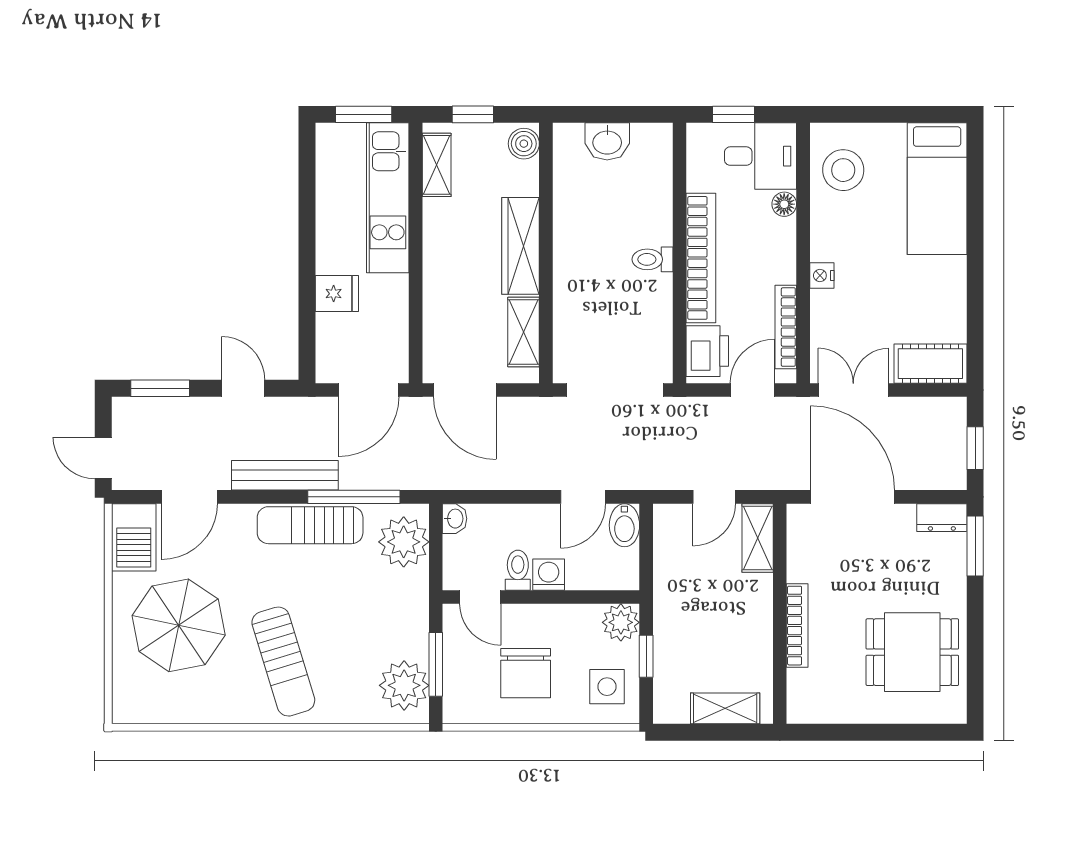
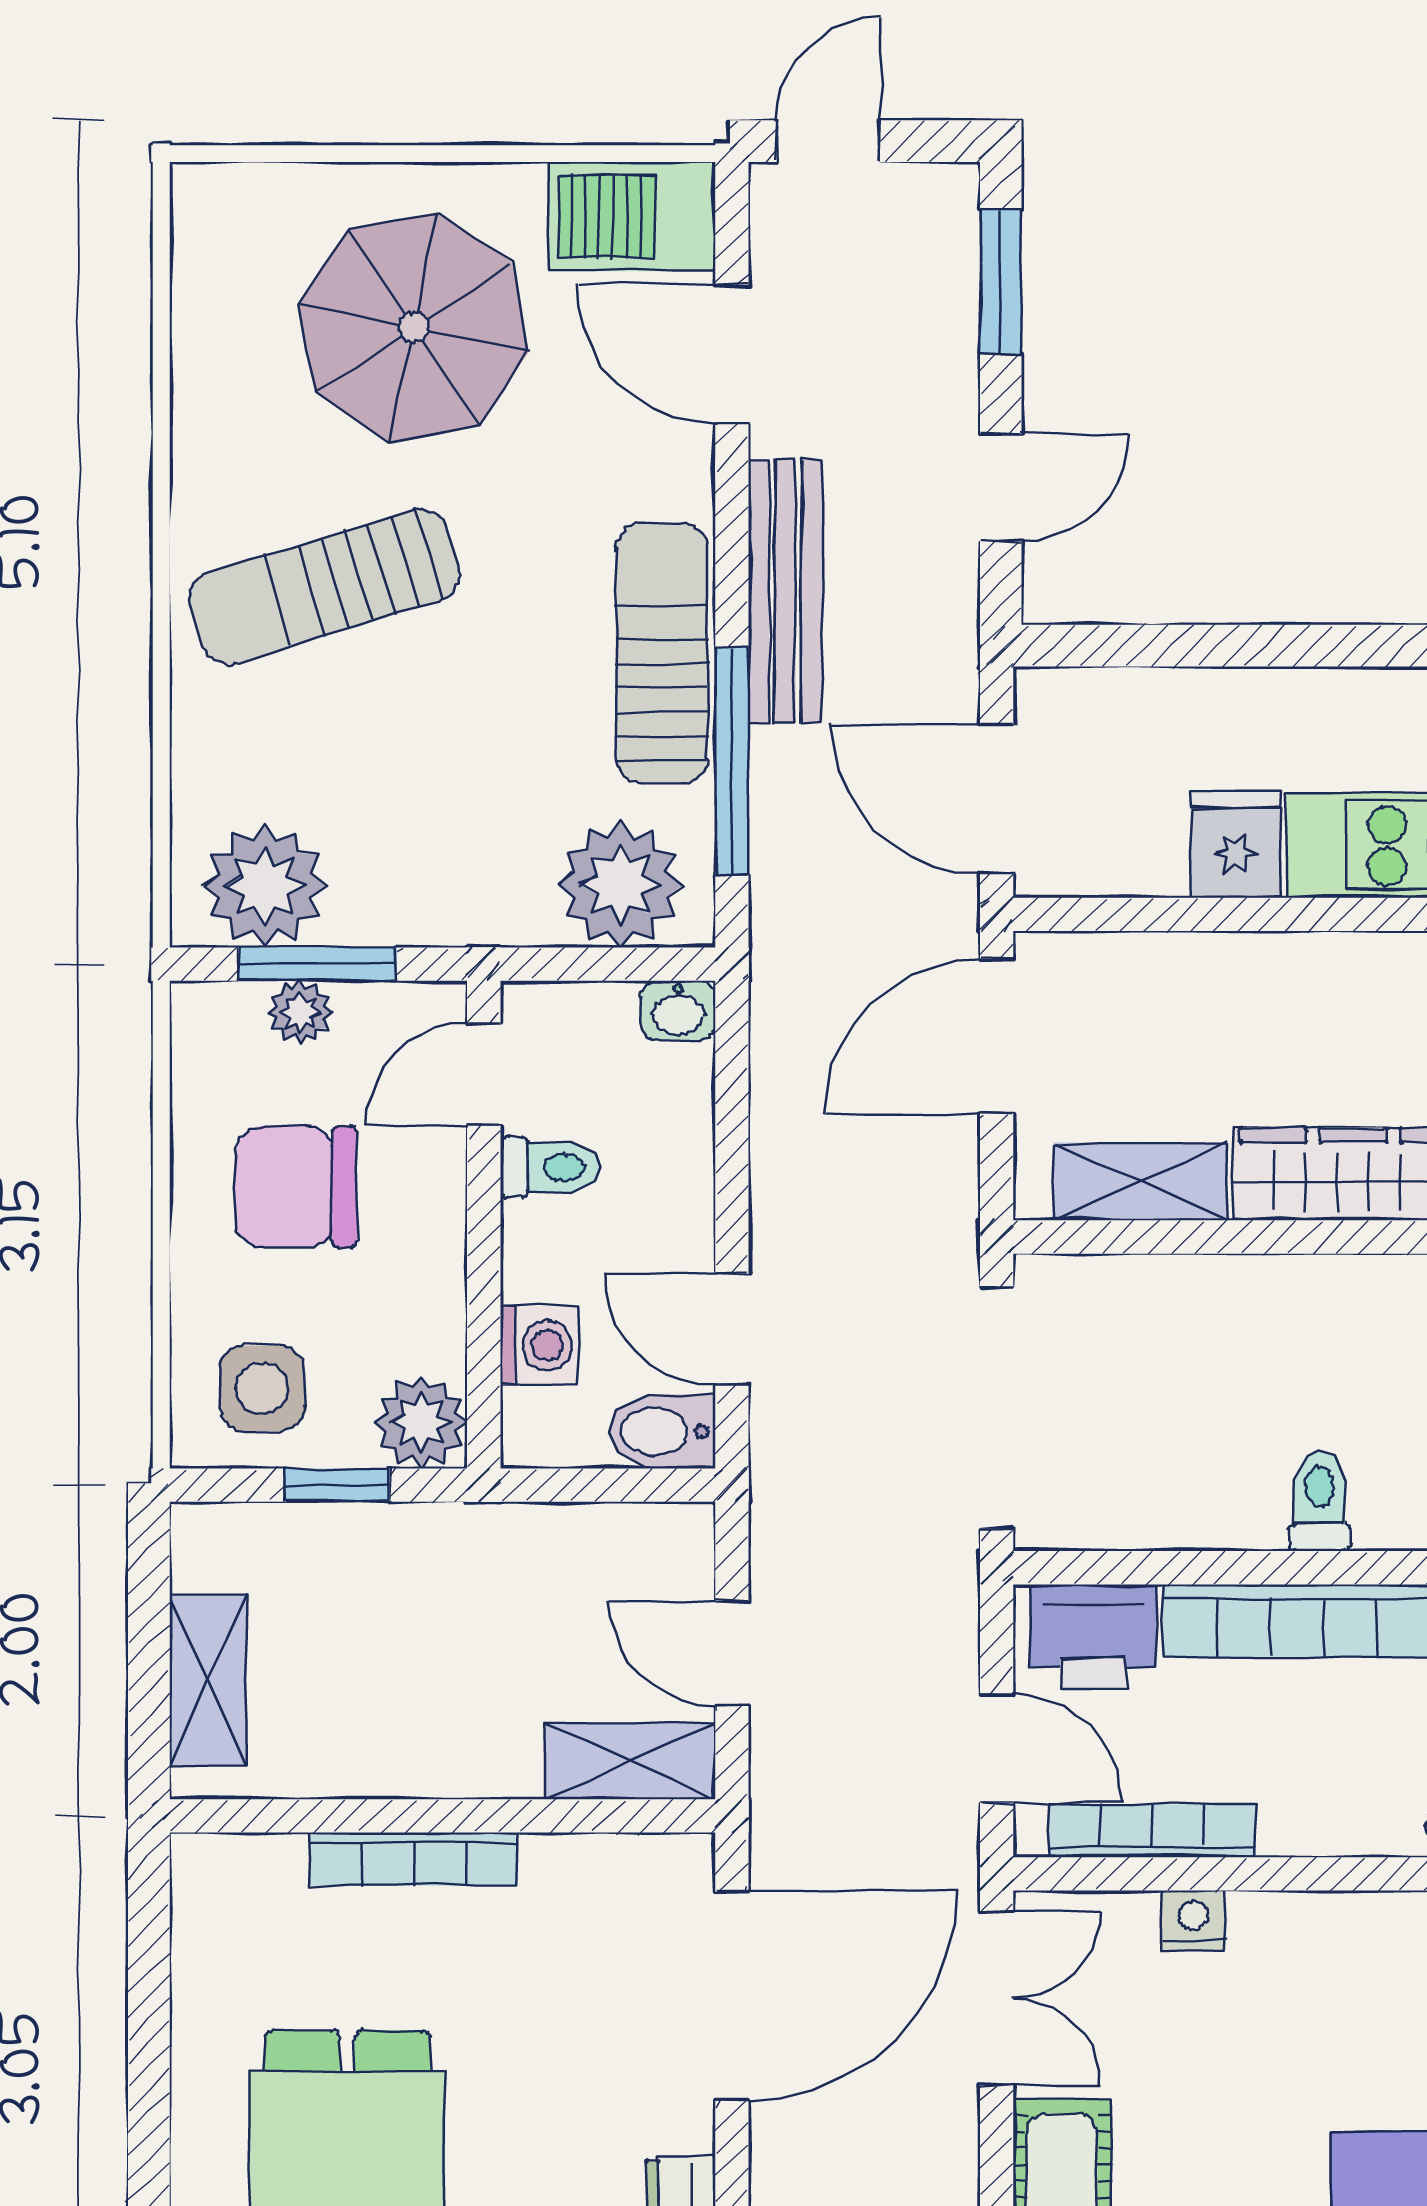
nightstand: (822, 276) -> (1193, 1920), moved
fridge: (337, 294) -> (1235, 845), moved, turned 180
washing machine: (549, 575) -> (539, 1345), moved
plant: (455, 671) -> (300, 1012), added

